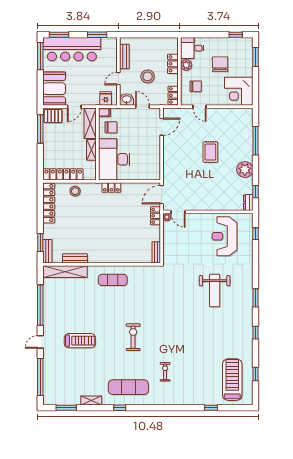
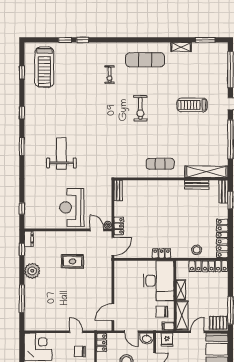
rug: (210, 152) -> (73, 261), moved, turned 90
reception desk: (225, 236) -> (72, 207), moved, turned 180
window: (120, 408) -> (83, 40), moved

